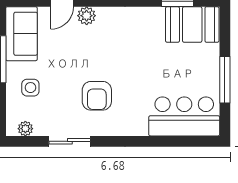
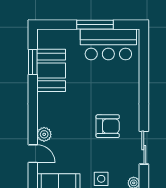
booth: (192, 25) -> (51, 70), moved
bar counter: (184, 116) -> (108, 44), moved, turned -90

